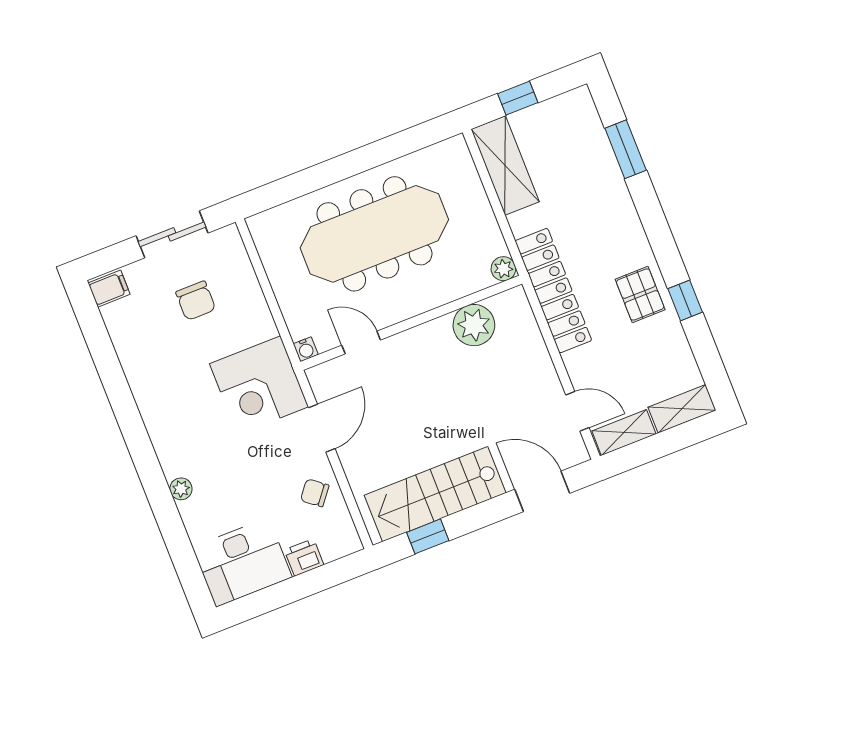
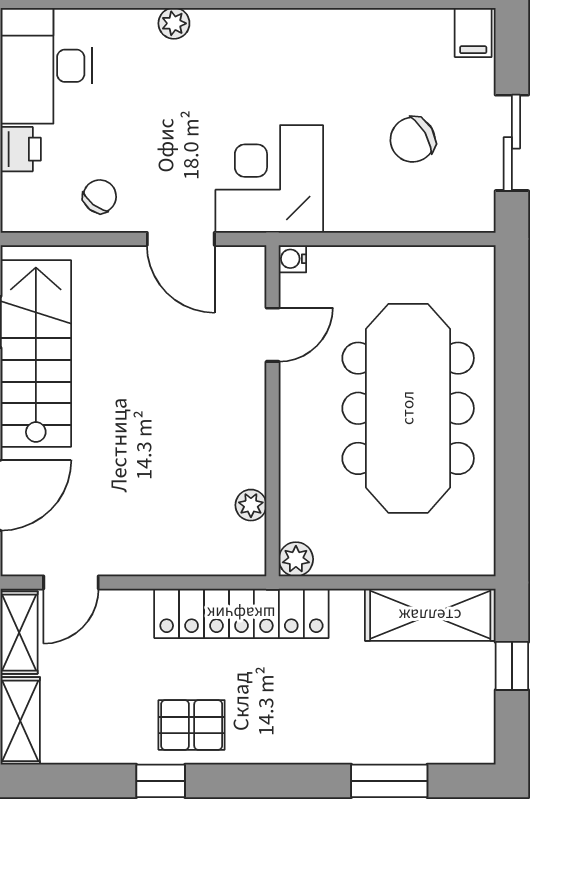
chair: (196, 301) -> (413, 140), turned -30
plant: (474, 325) -> (251, 505), width x0.53, depth x0.53

